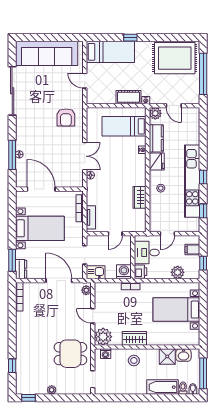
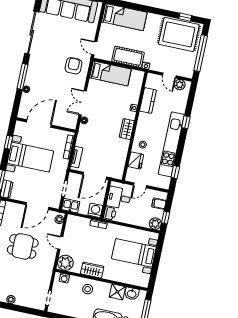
window: (130, 38) -> (185, 17), moved
door: (85, 81) -> (94, 48), moved
cot: (128, 97) -> (128, 57), width x1.37, depth x1.34
plant: (155, 113) -> (180, 85), moved
armchair: (66, 117) -> (73, 66), turned 180
bed: (124, 126) -> (110, 73), moved, turned 180
window: (12, 155) -> (22, 77), moved
double door: (85, 156) -> (83, 103), swing flipped
fridge: (157, 161) -> (136, 160), moved
window: (203, 177) -> (186, 122), moved
door: (41, 189) -> (39, 123), hinge flipped
wardrobe: (140, 197) -> (127, 129), moved
window: (12, 217) -> (8, 142), added
door: (115, 234) -> (95, 176), width x1.87
plant: (178, 272) -> (155, 224), moved
door: (59, 281) -> (37, 206), swing flipped
dining table: (70, 354) -> (23, 246), moved

